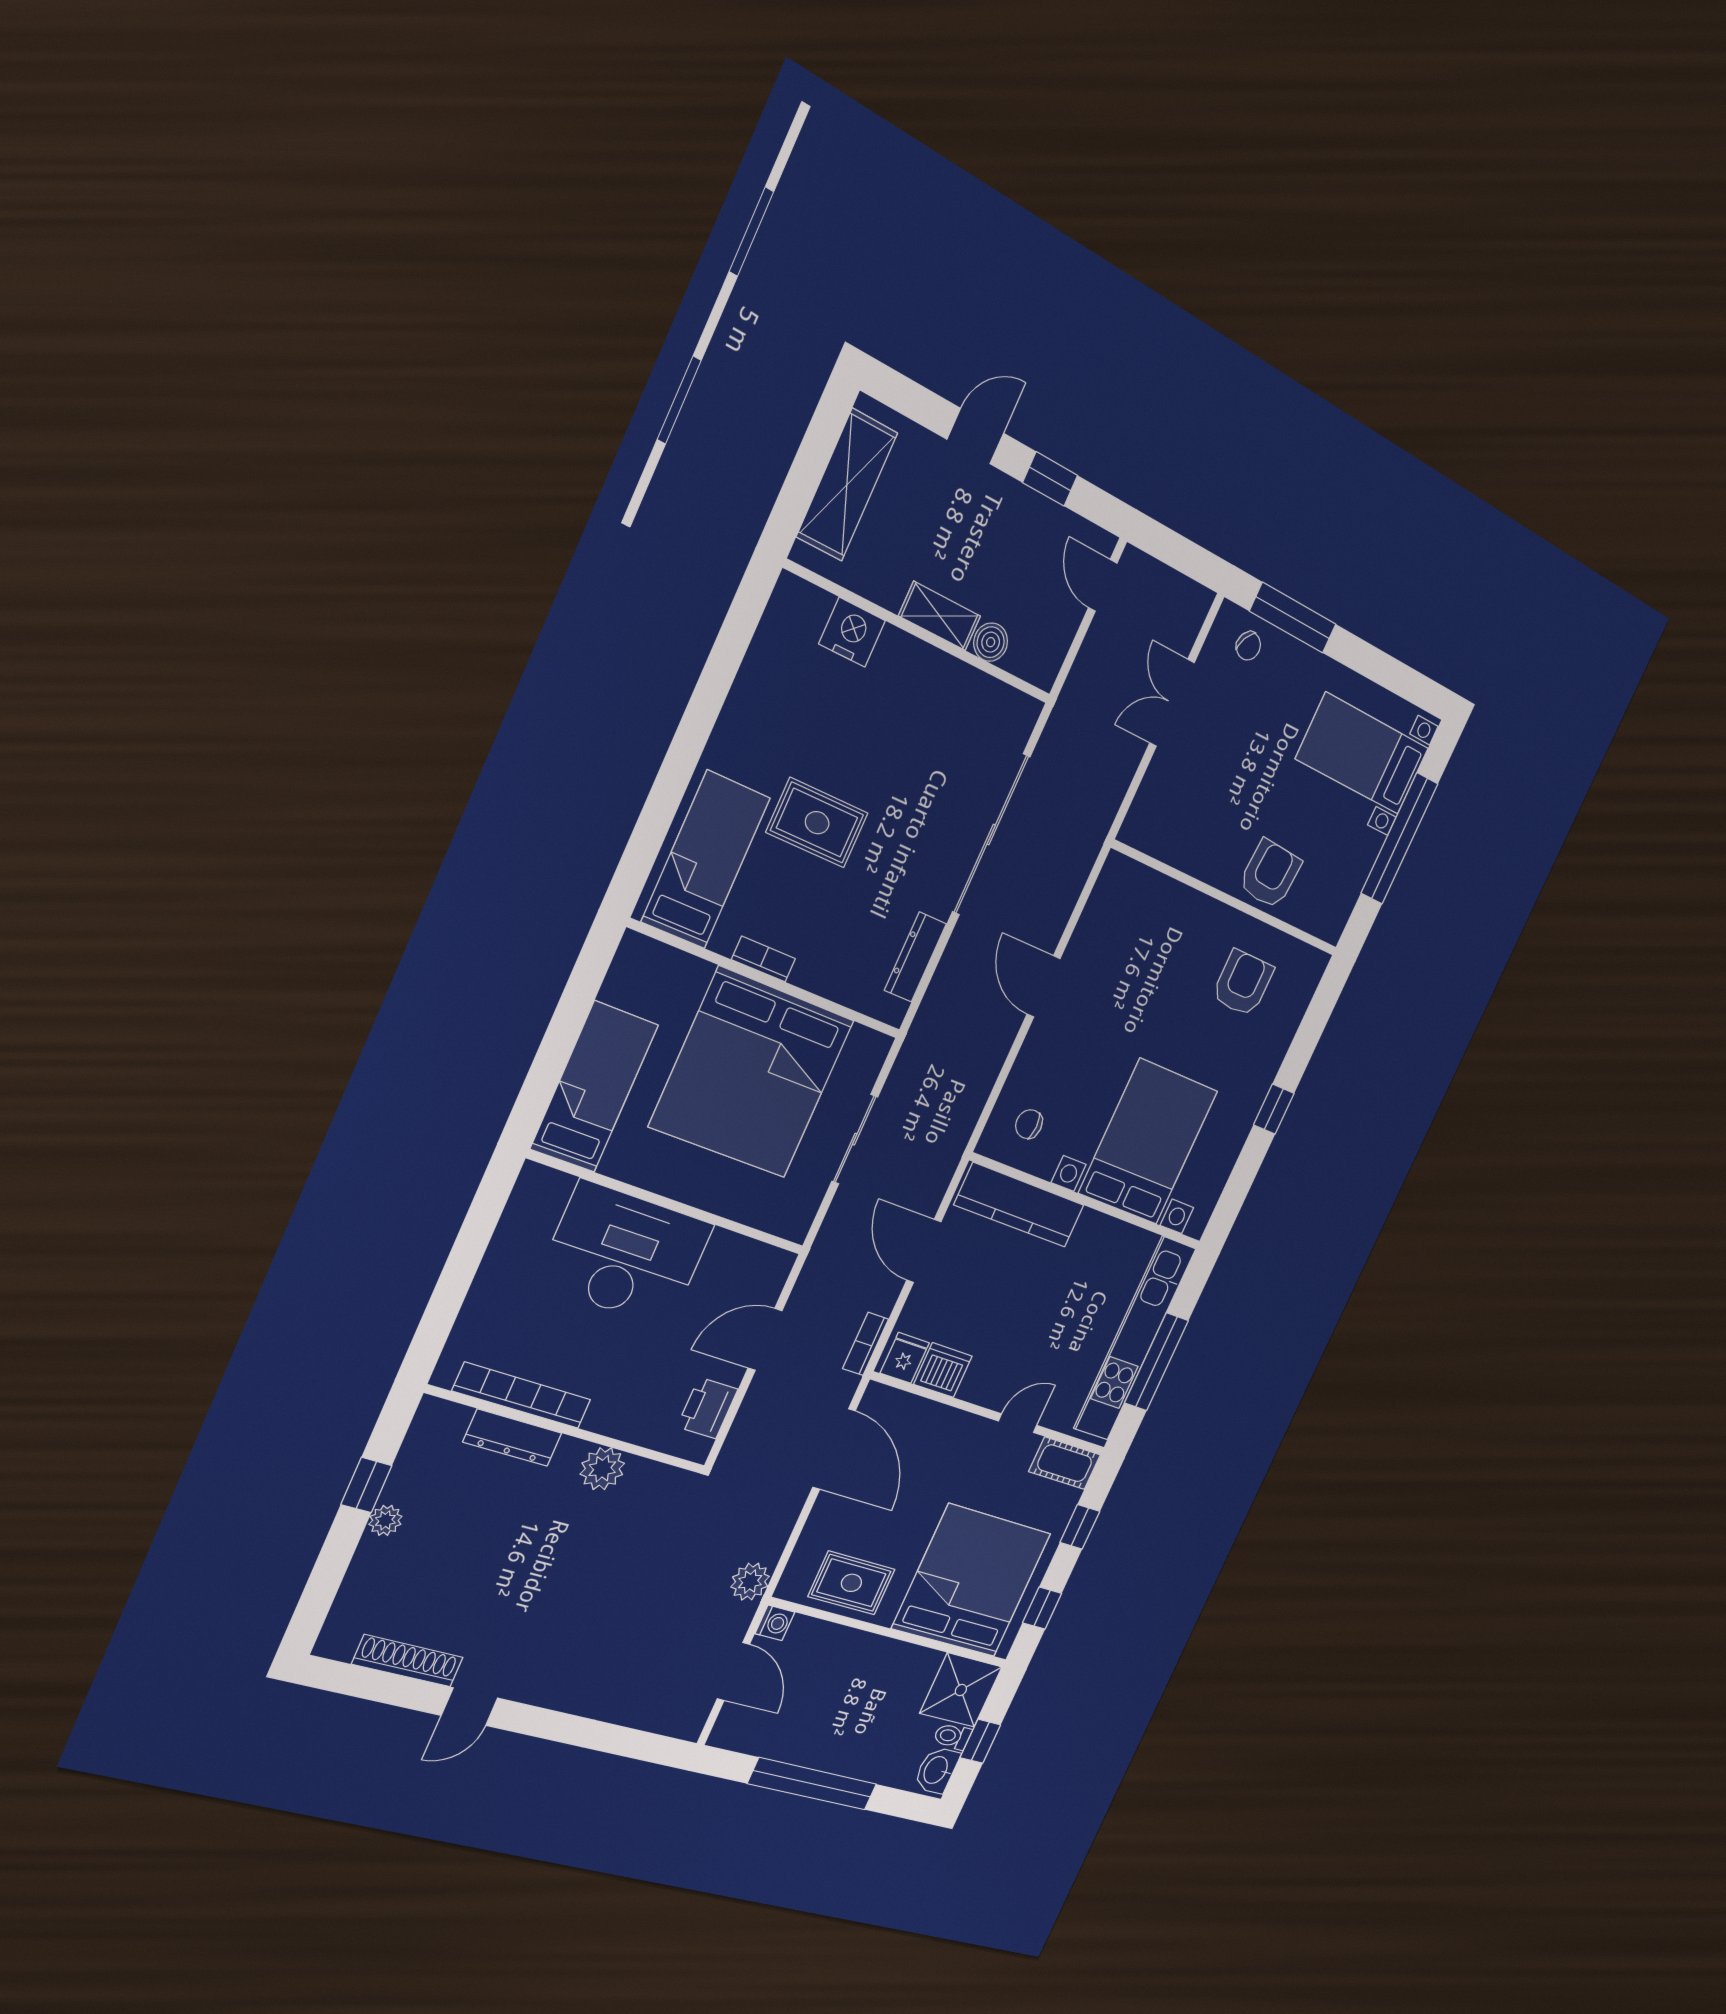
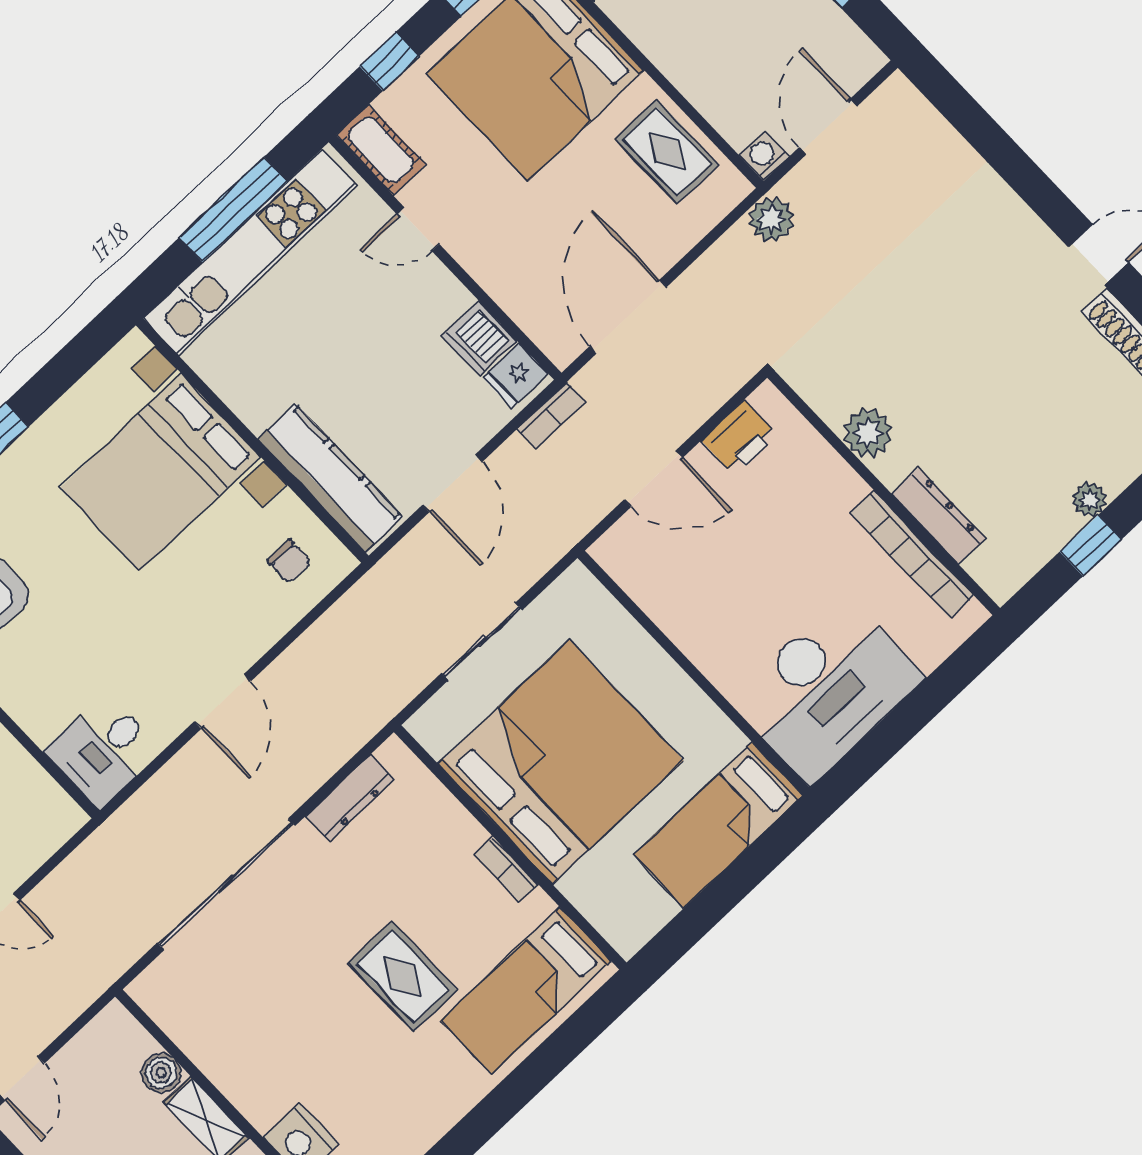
desk: (1123, 900) -> (103, 751), added
desk: (625, 1254) -> (827, 689), moved, turned -90

